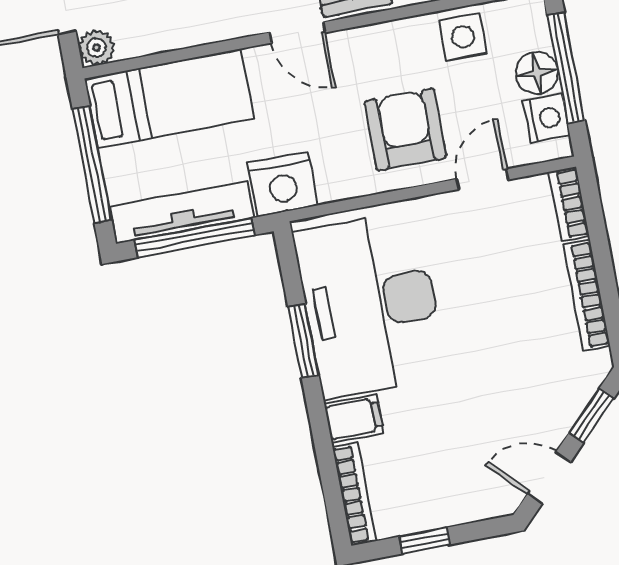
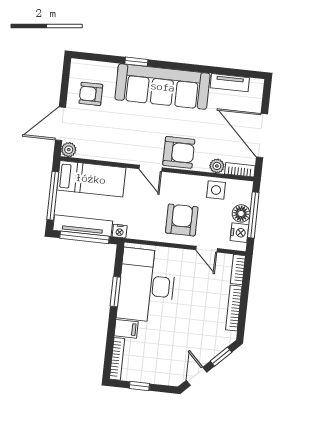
door: (483, 179) -> (206, 249), swing flipped
nightstand: (283, 184) -> (120, 231), width x0.53, depth x0.56
door: (549, 478) -> (197, 376), hinge flipped

